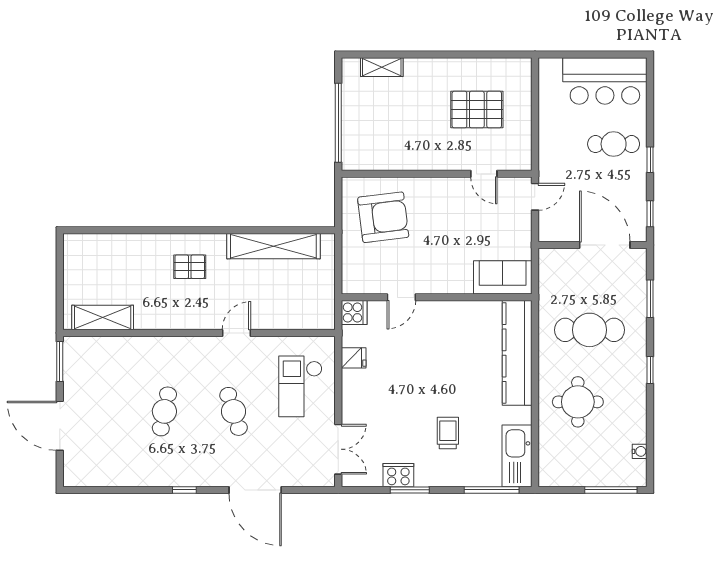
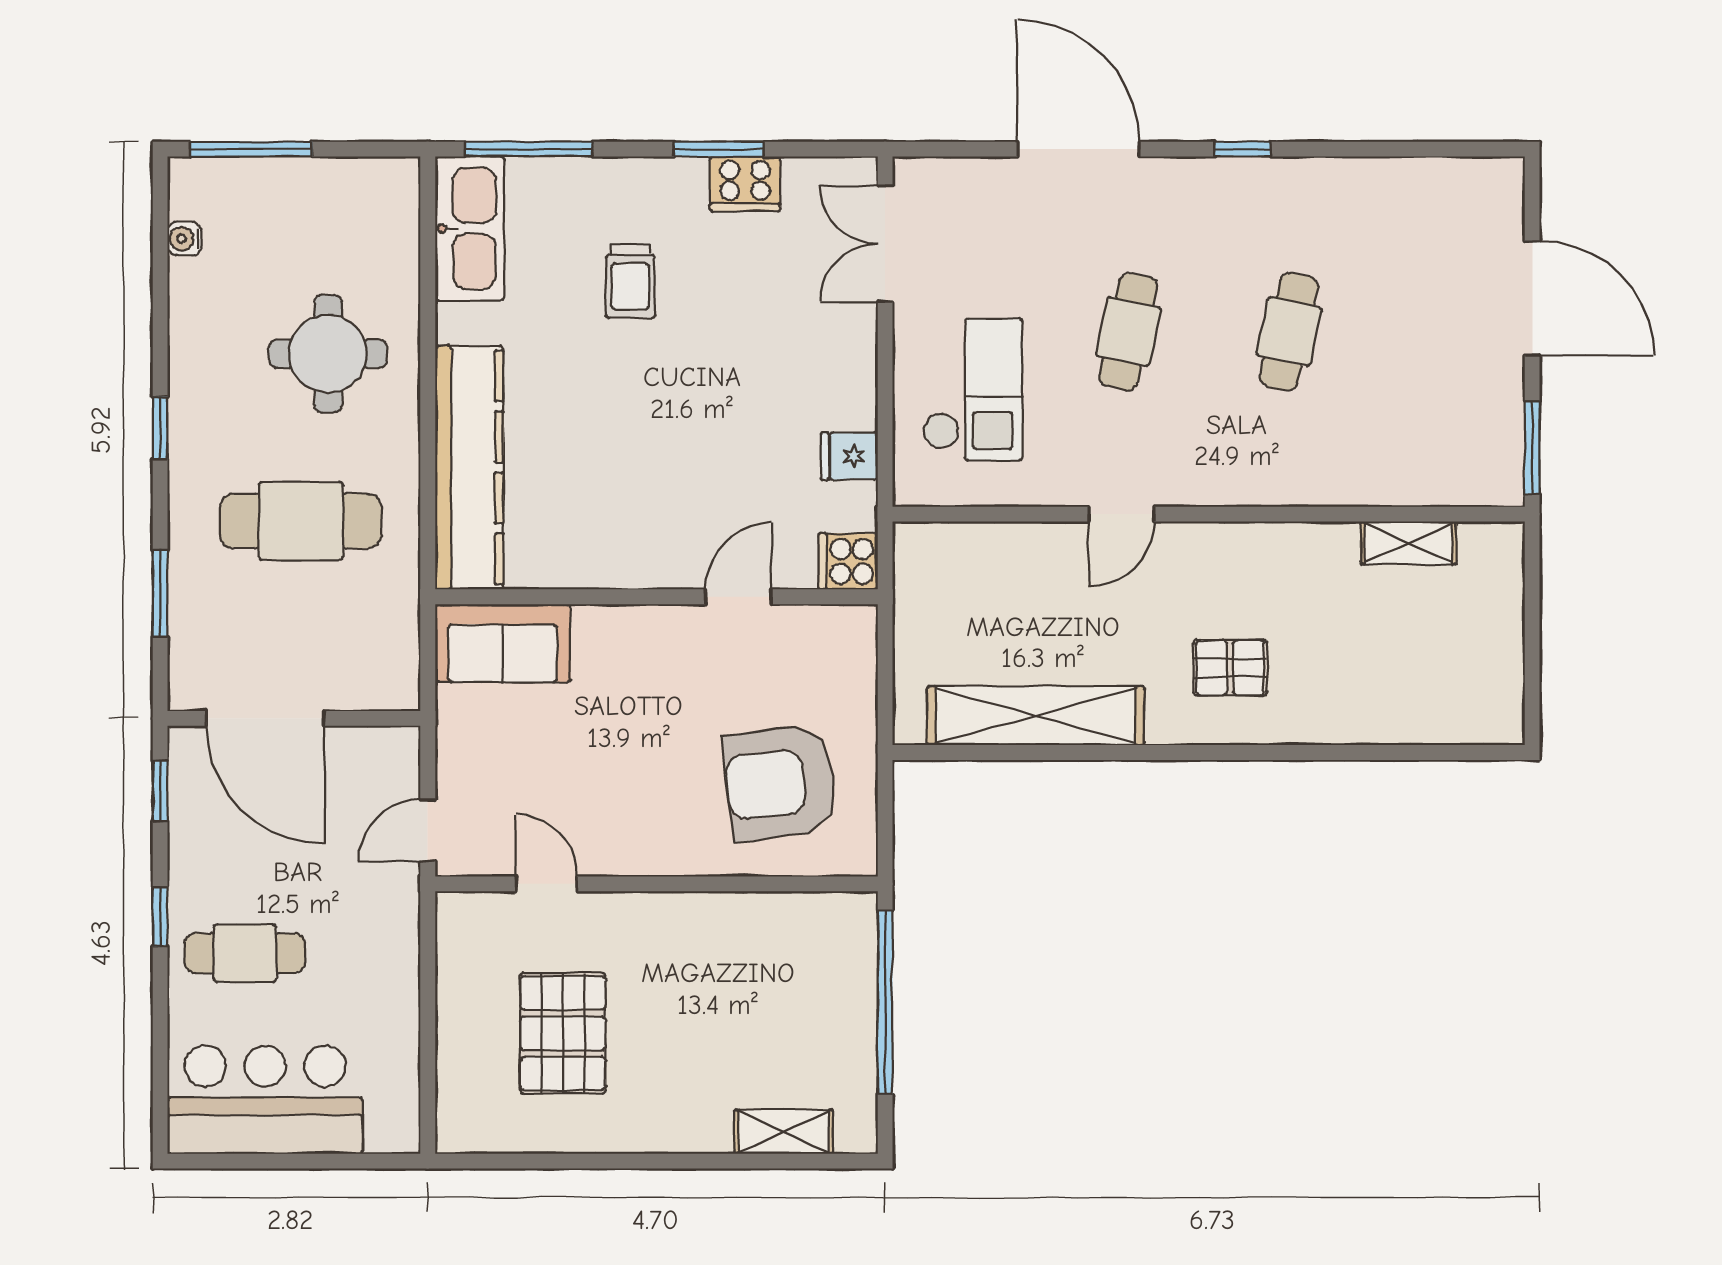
pallet: (477, 110) -> (563, 1033), turned 90
shelving: (103, 317) -> (1409, 543), width x0.67, depth x0.75
cafe table: (234, 411) -> (1128, 332), turned 30

